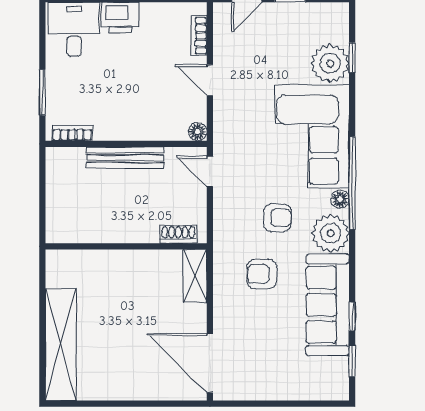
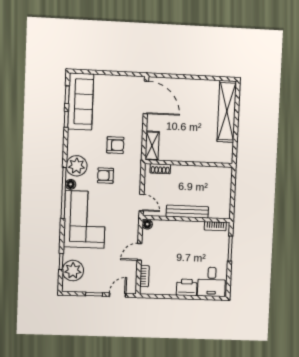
plant: (330, 63) -> (73, 271), moved
door: (210, 80) -> (139, 252), swing flipped
sofa: (328, 305) -> (81, 101), moved

